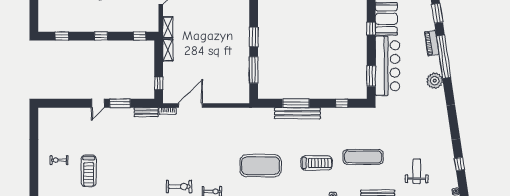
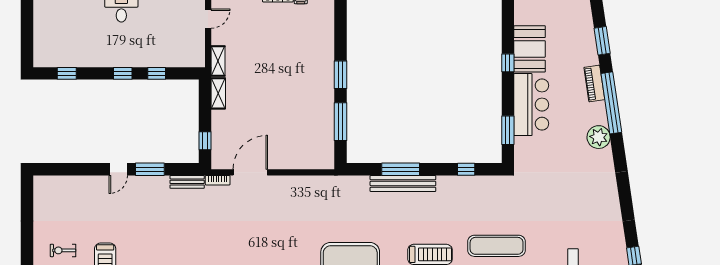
window: (140, 36) -> (157, 73), moved
bar counter: (387, 66) -> (531, 105), width x0.73

